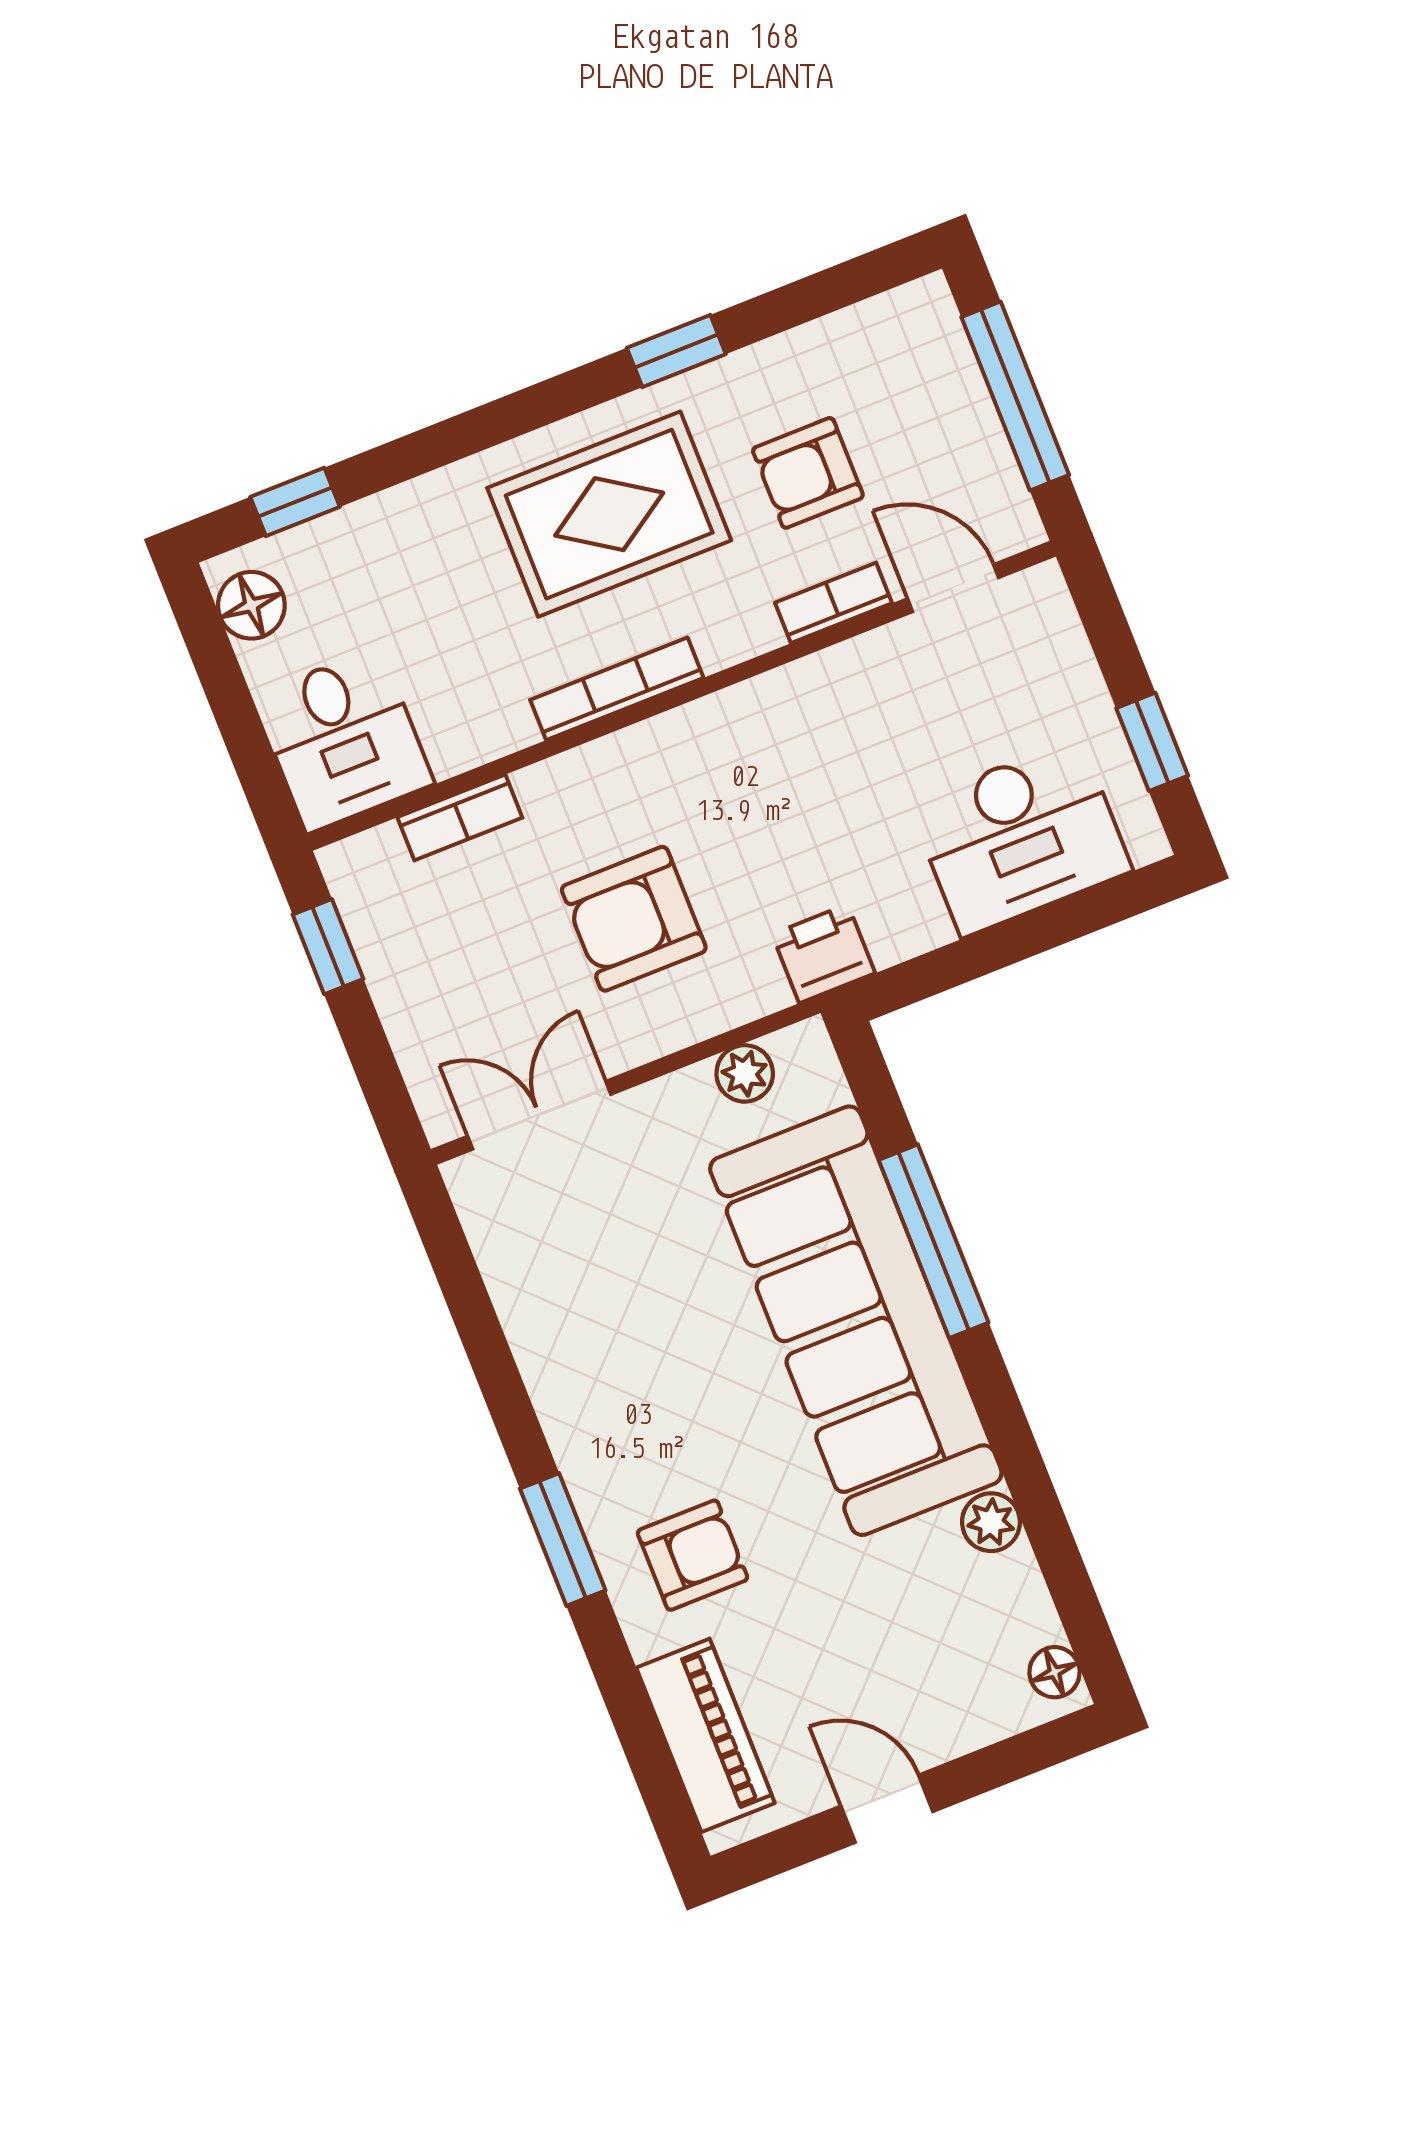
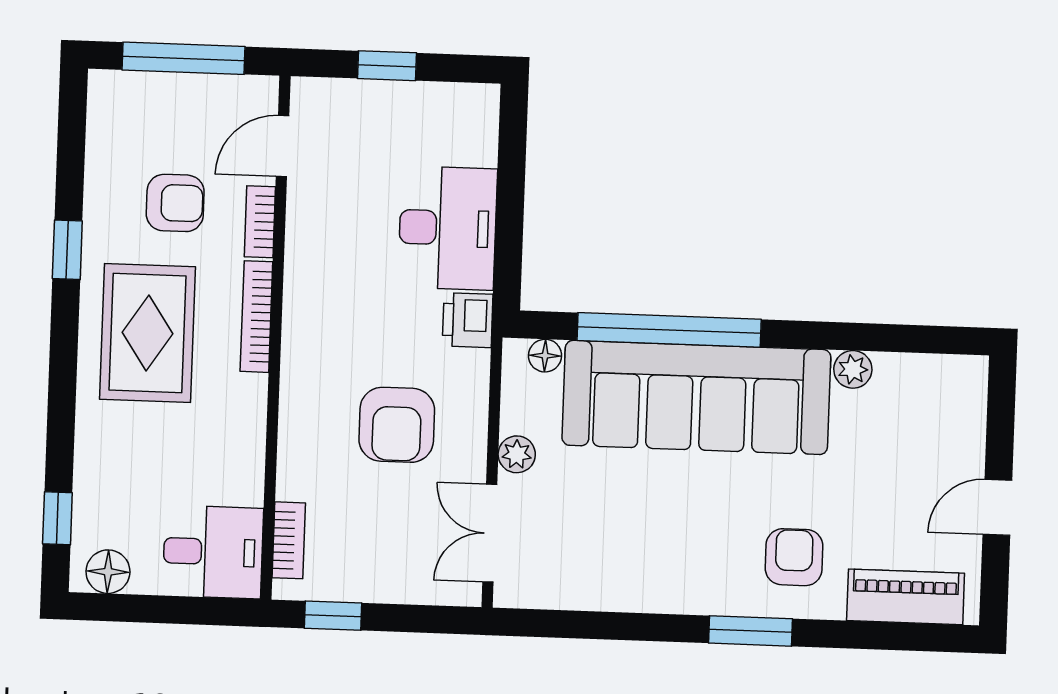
armchair: (808, 473) -> (175, 203), turned -90
bookcase: (617, 689) -> (256, 317), moved
window: (1152, 742) -> (387, 66), moved
bookcase: (460, 817) -> (289, 540), moved
desk: (1021, 837) -> (448, 228), moved
plant: (745, 1073) -> (517, 454), moved
window: (934, 1241) -> (669, 330), width x1.46
floor lamp: (1055, 1672) -> (545, 356), moved

